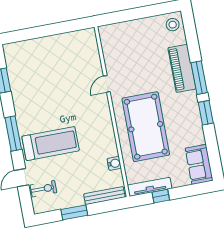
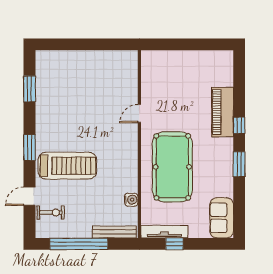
stool: (173, 25) -> (222, 63), removed
window: (199, 78) -> (239, 125), width x0.46
window: (13, 134) -> (29, 148), width x0.69
window: (74, 212) -> (79, 244), width x2.11

